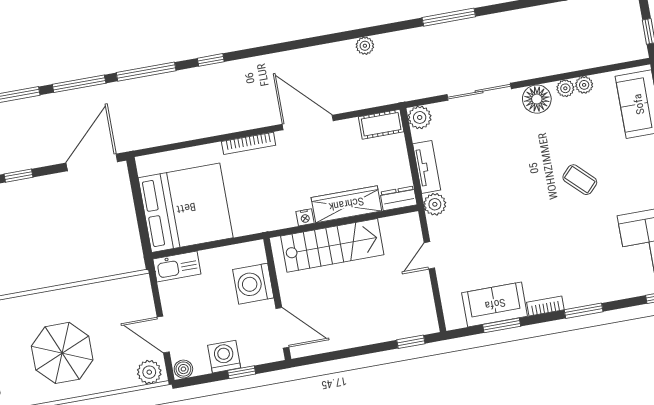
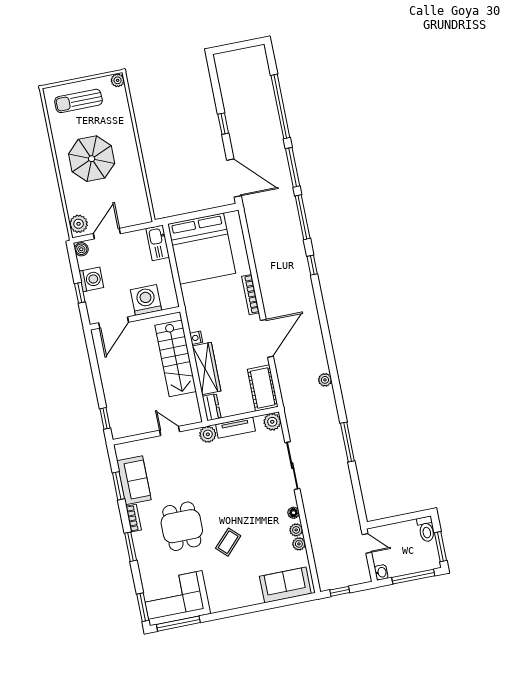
floor lamp: (537, 99) -> (294, 513), width x0.53, depth x0.53
cot: (381, 124) -> (263, 388), width x1.37, depth x1.34
dining table: (557, 241) -> (182, 526), added

